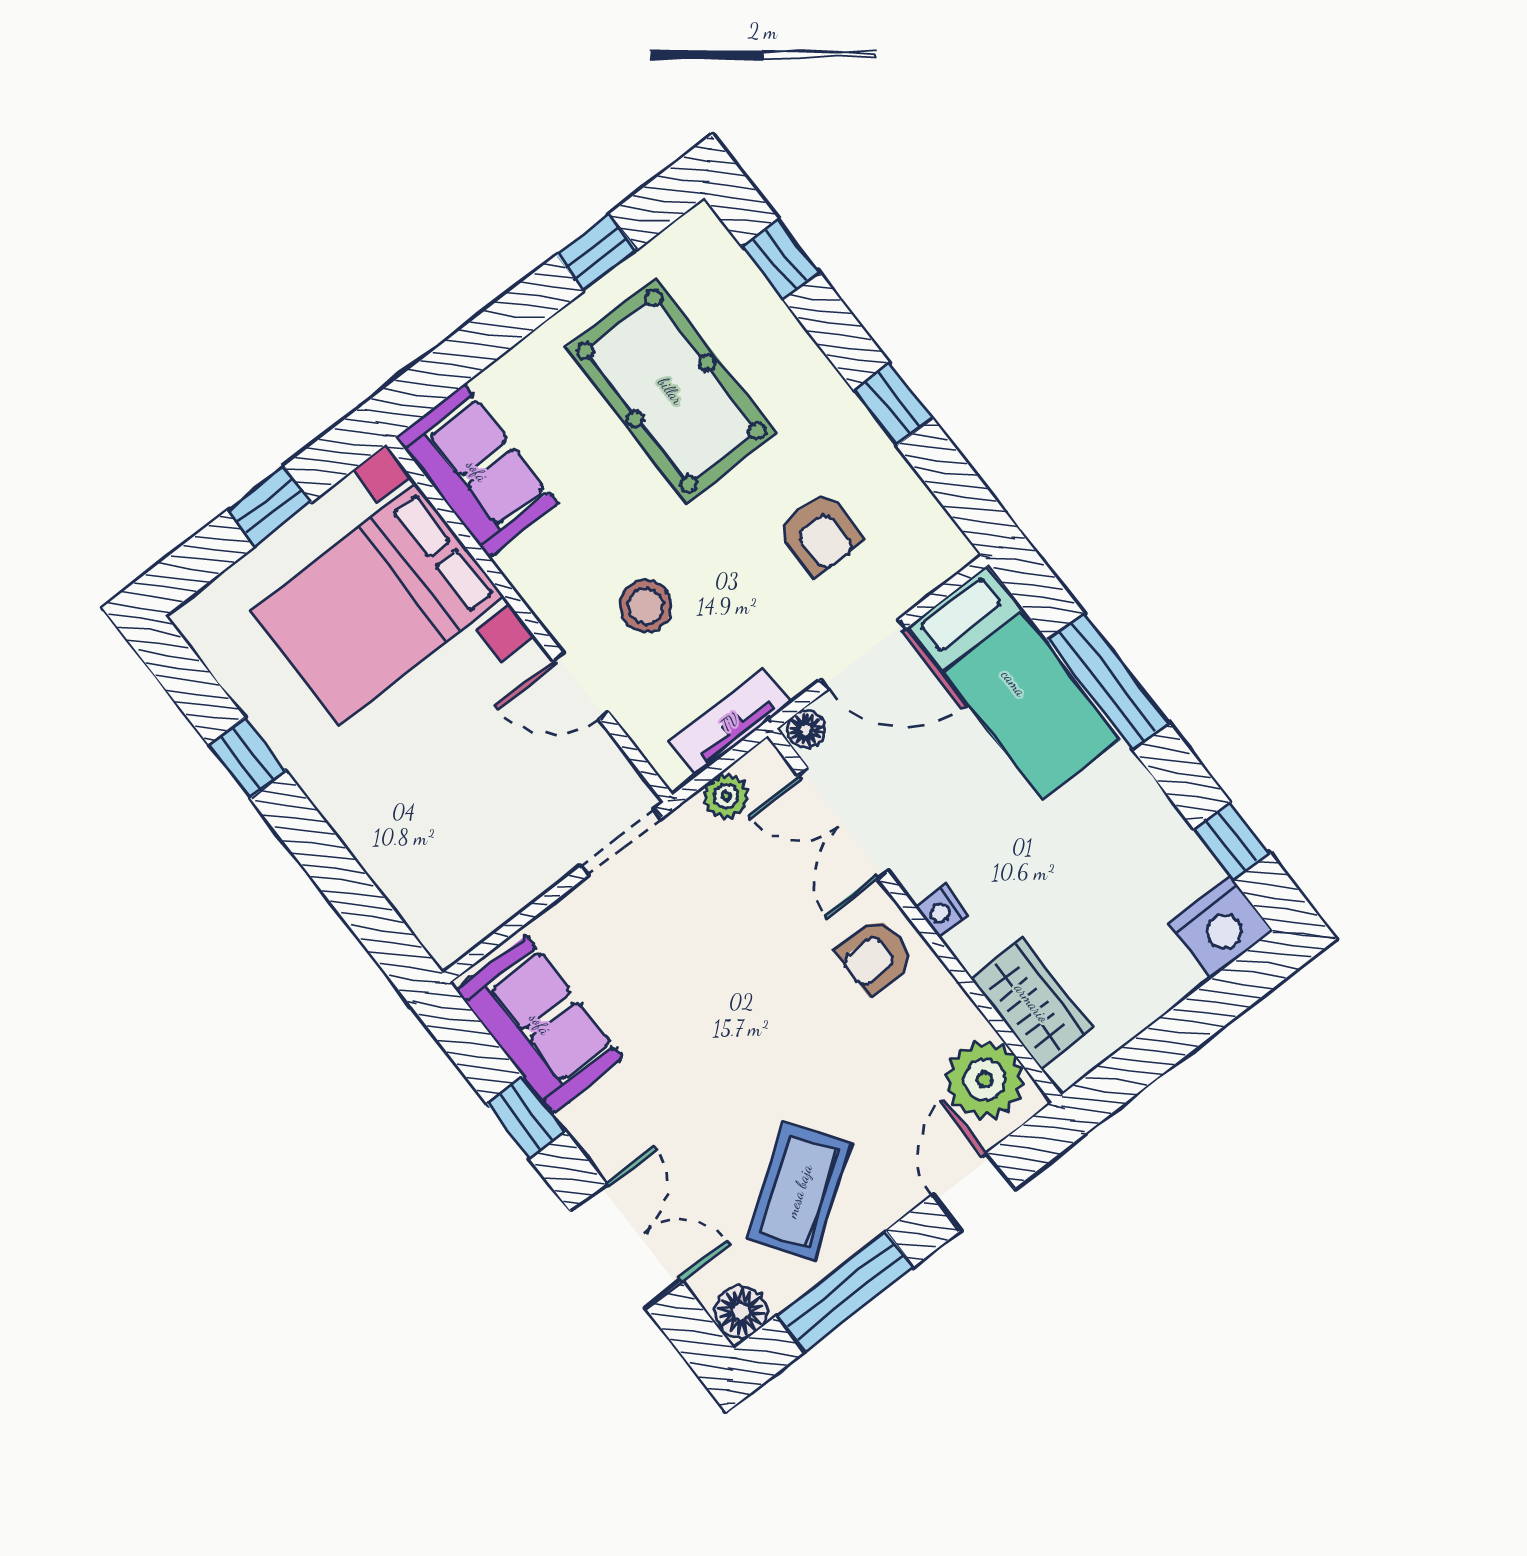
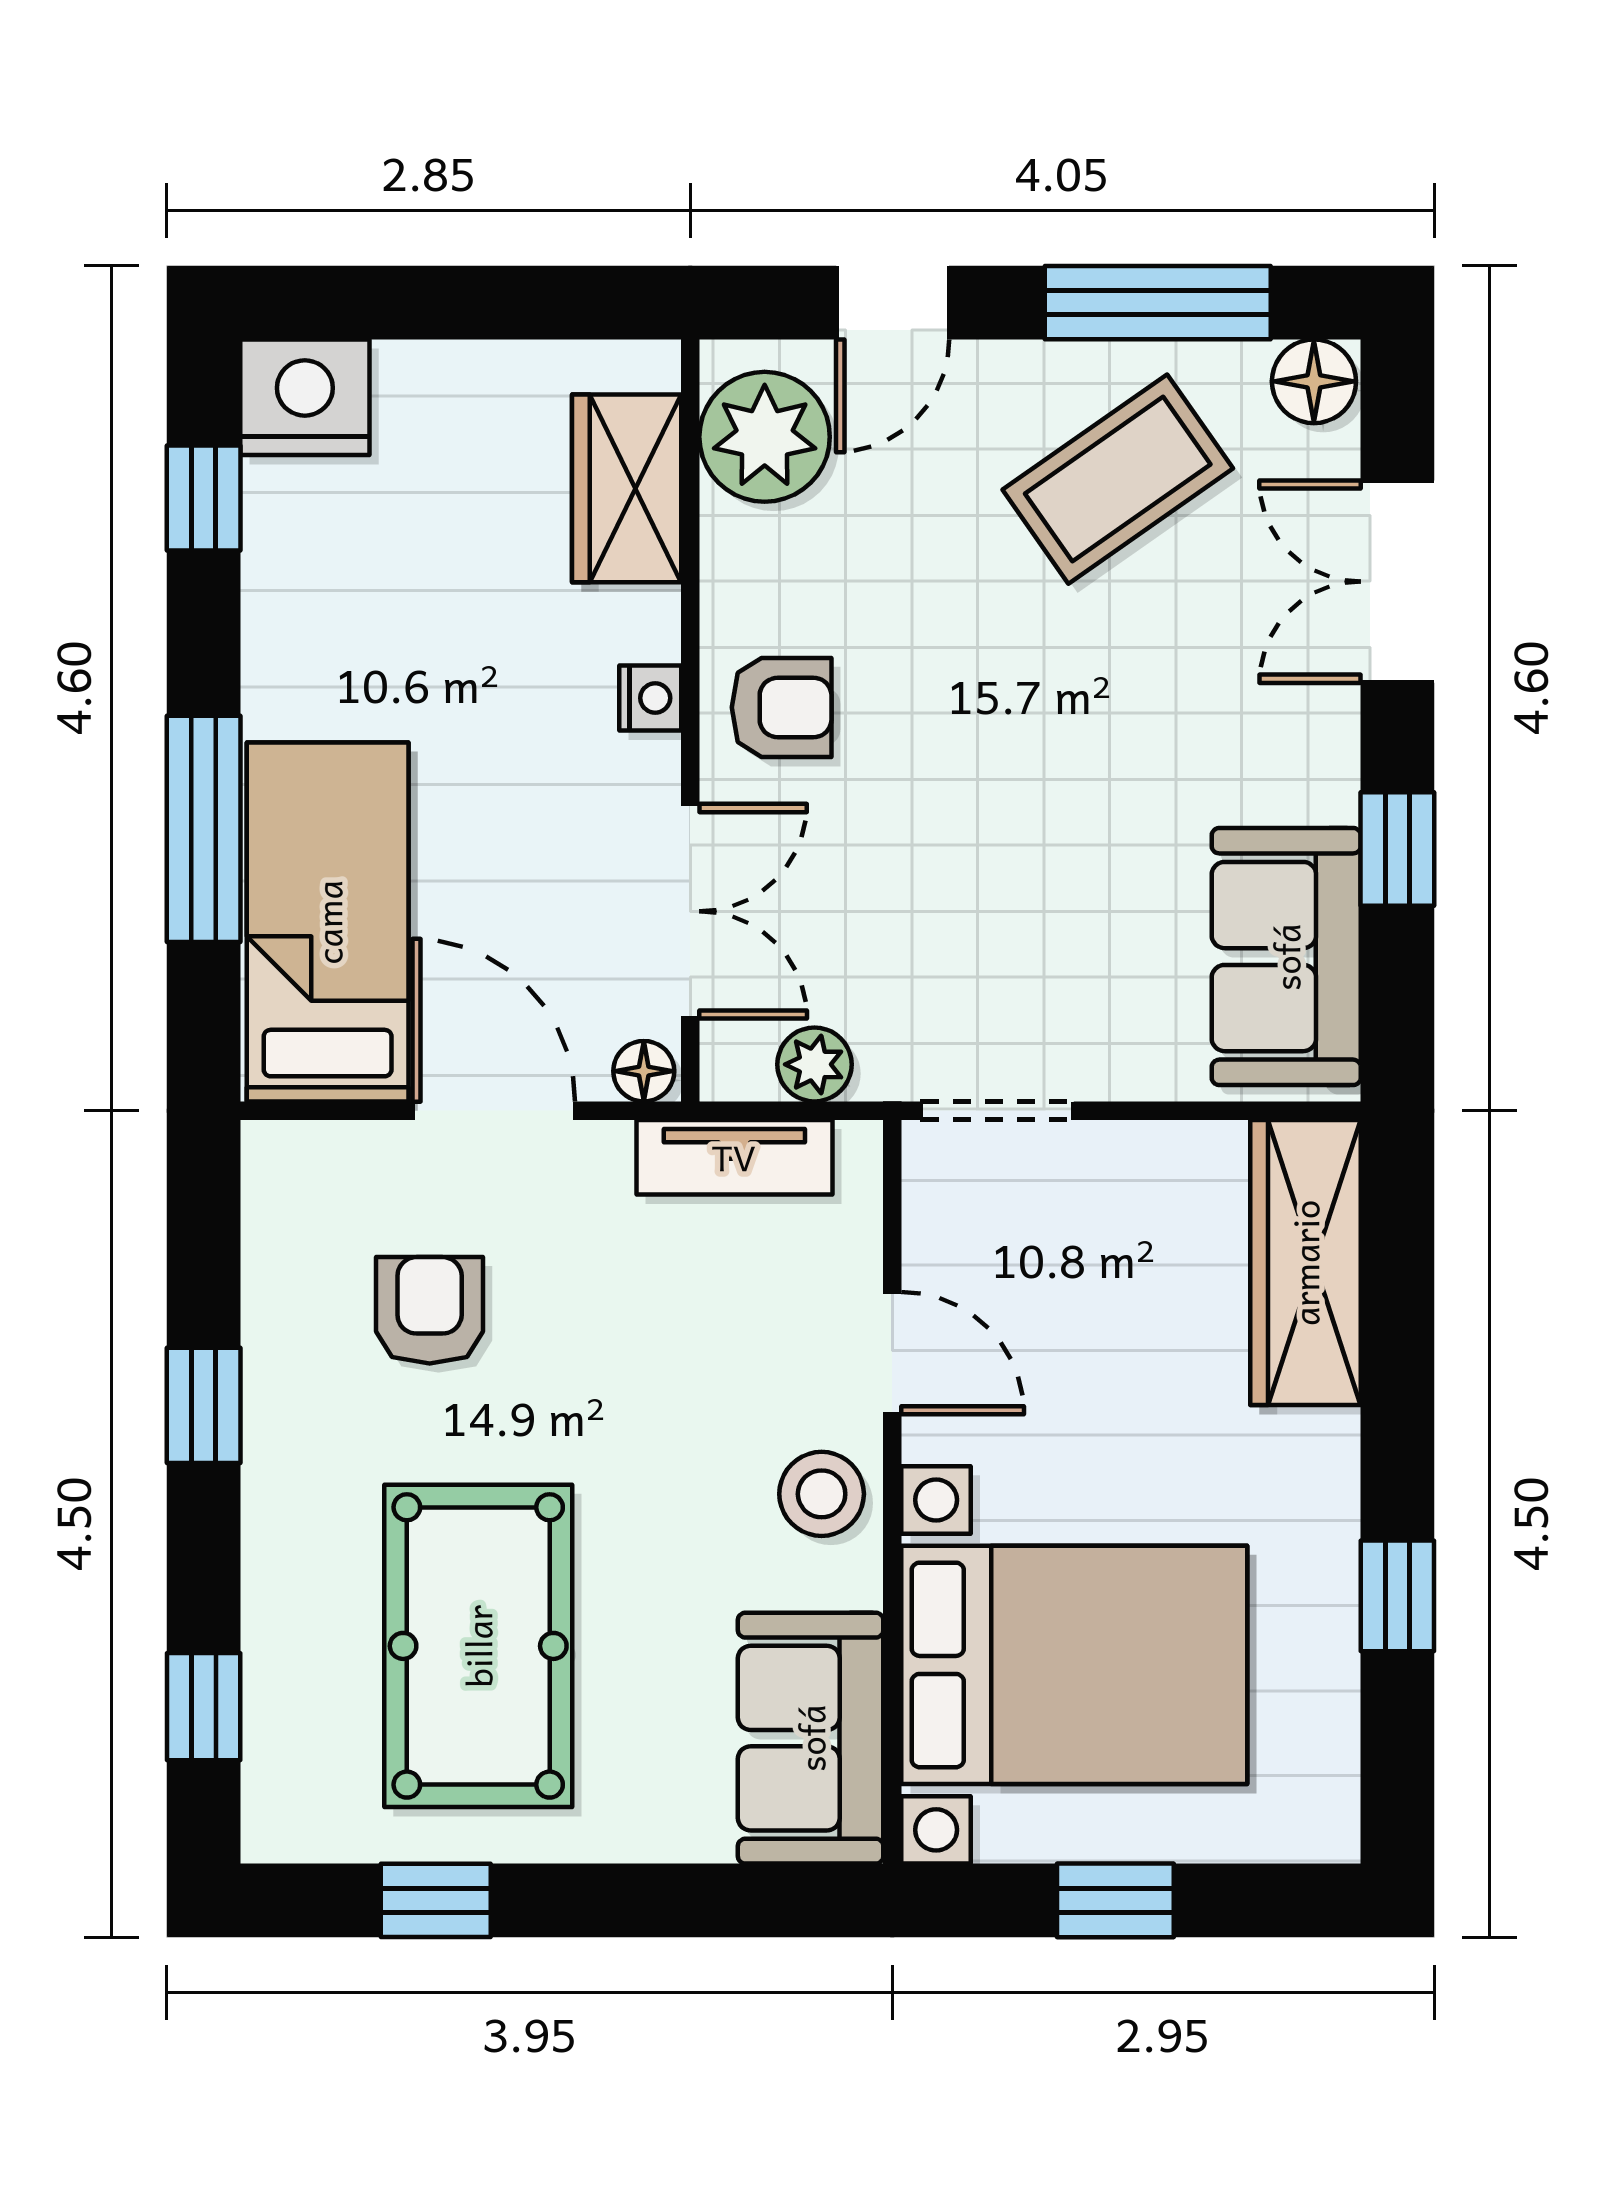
stool: (646, 606) -> (822, 1494), moved
wardrobe: (416, 884) -> (1305, 1263), added

